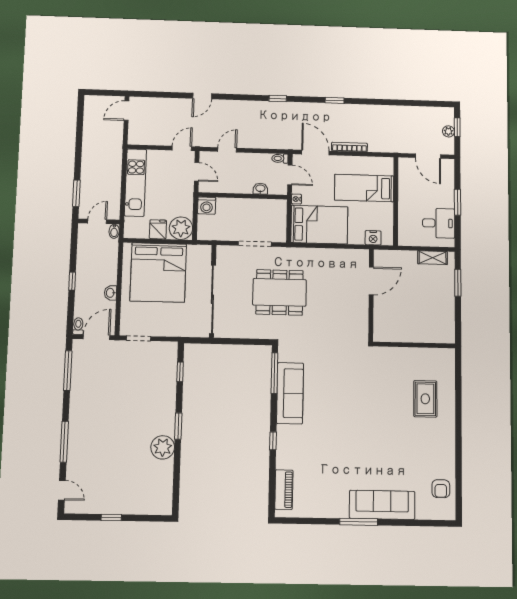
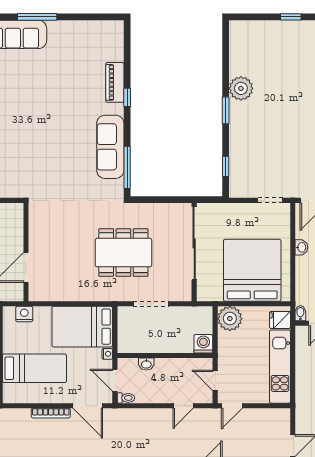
fridge: (158, 229) -> (280, 320), moved, turned 90
piano: (284, 490) -> (115, 82), moved

